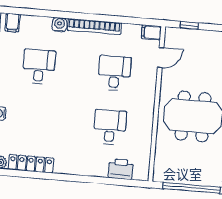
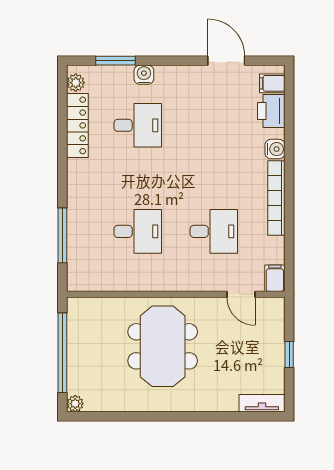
window: (189, 25) -> (289, 354), moved
desk: (39, 67) -> (138, 125), moved
printer: (121, 169) -> (271, 111), moved, turned 180
window: (108, 181) -> (62, 235), added

